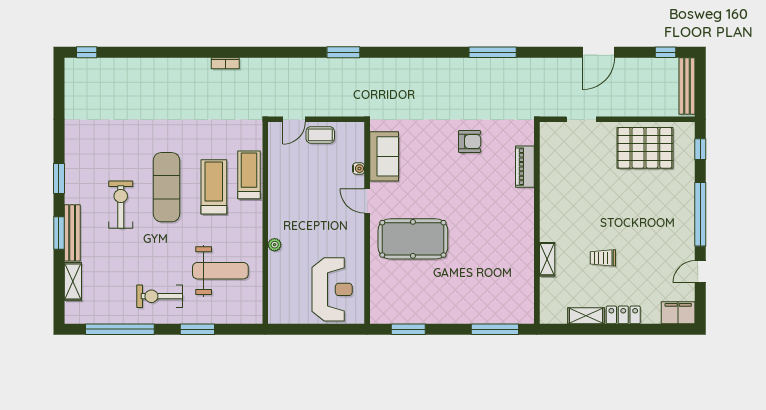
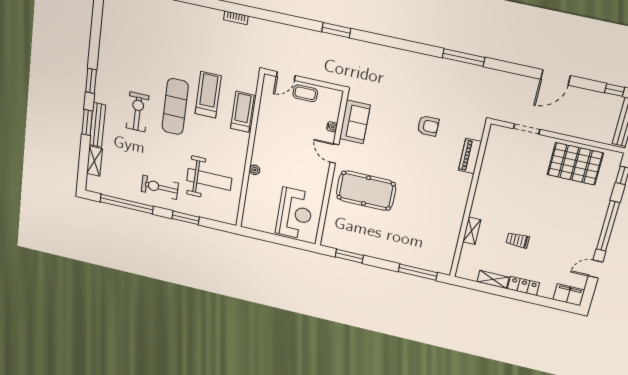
treadmill: (214, 187) -> (208, 95), moved

